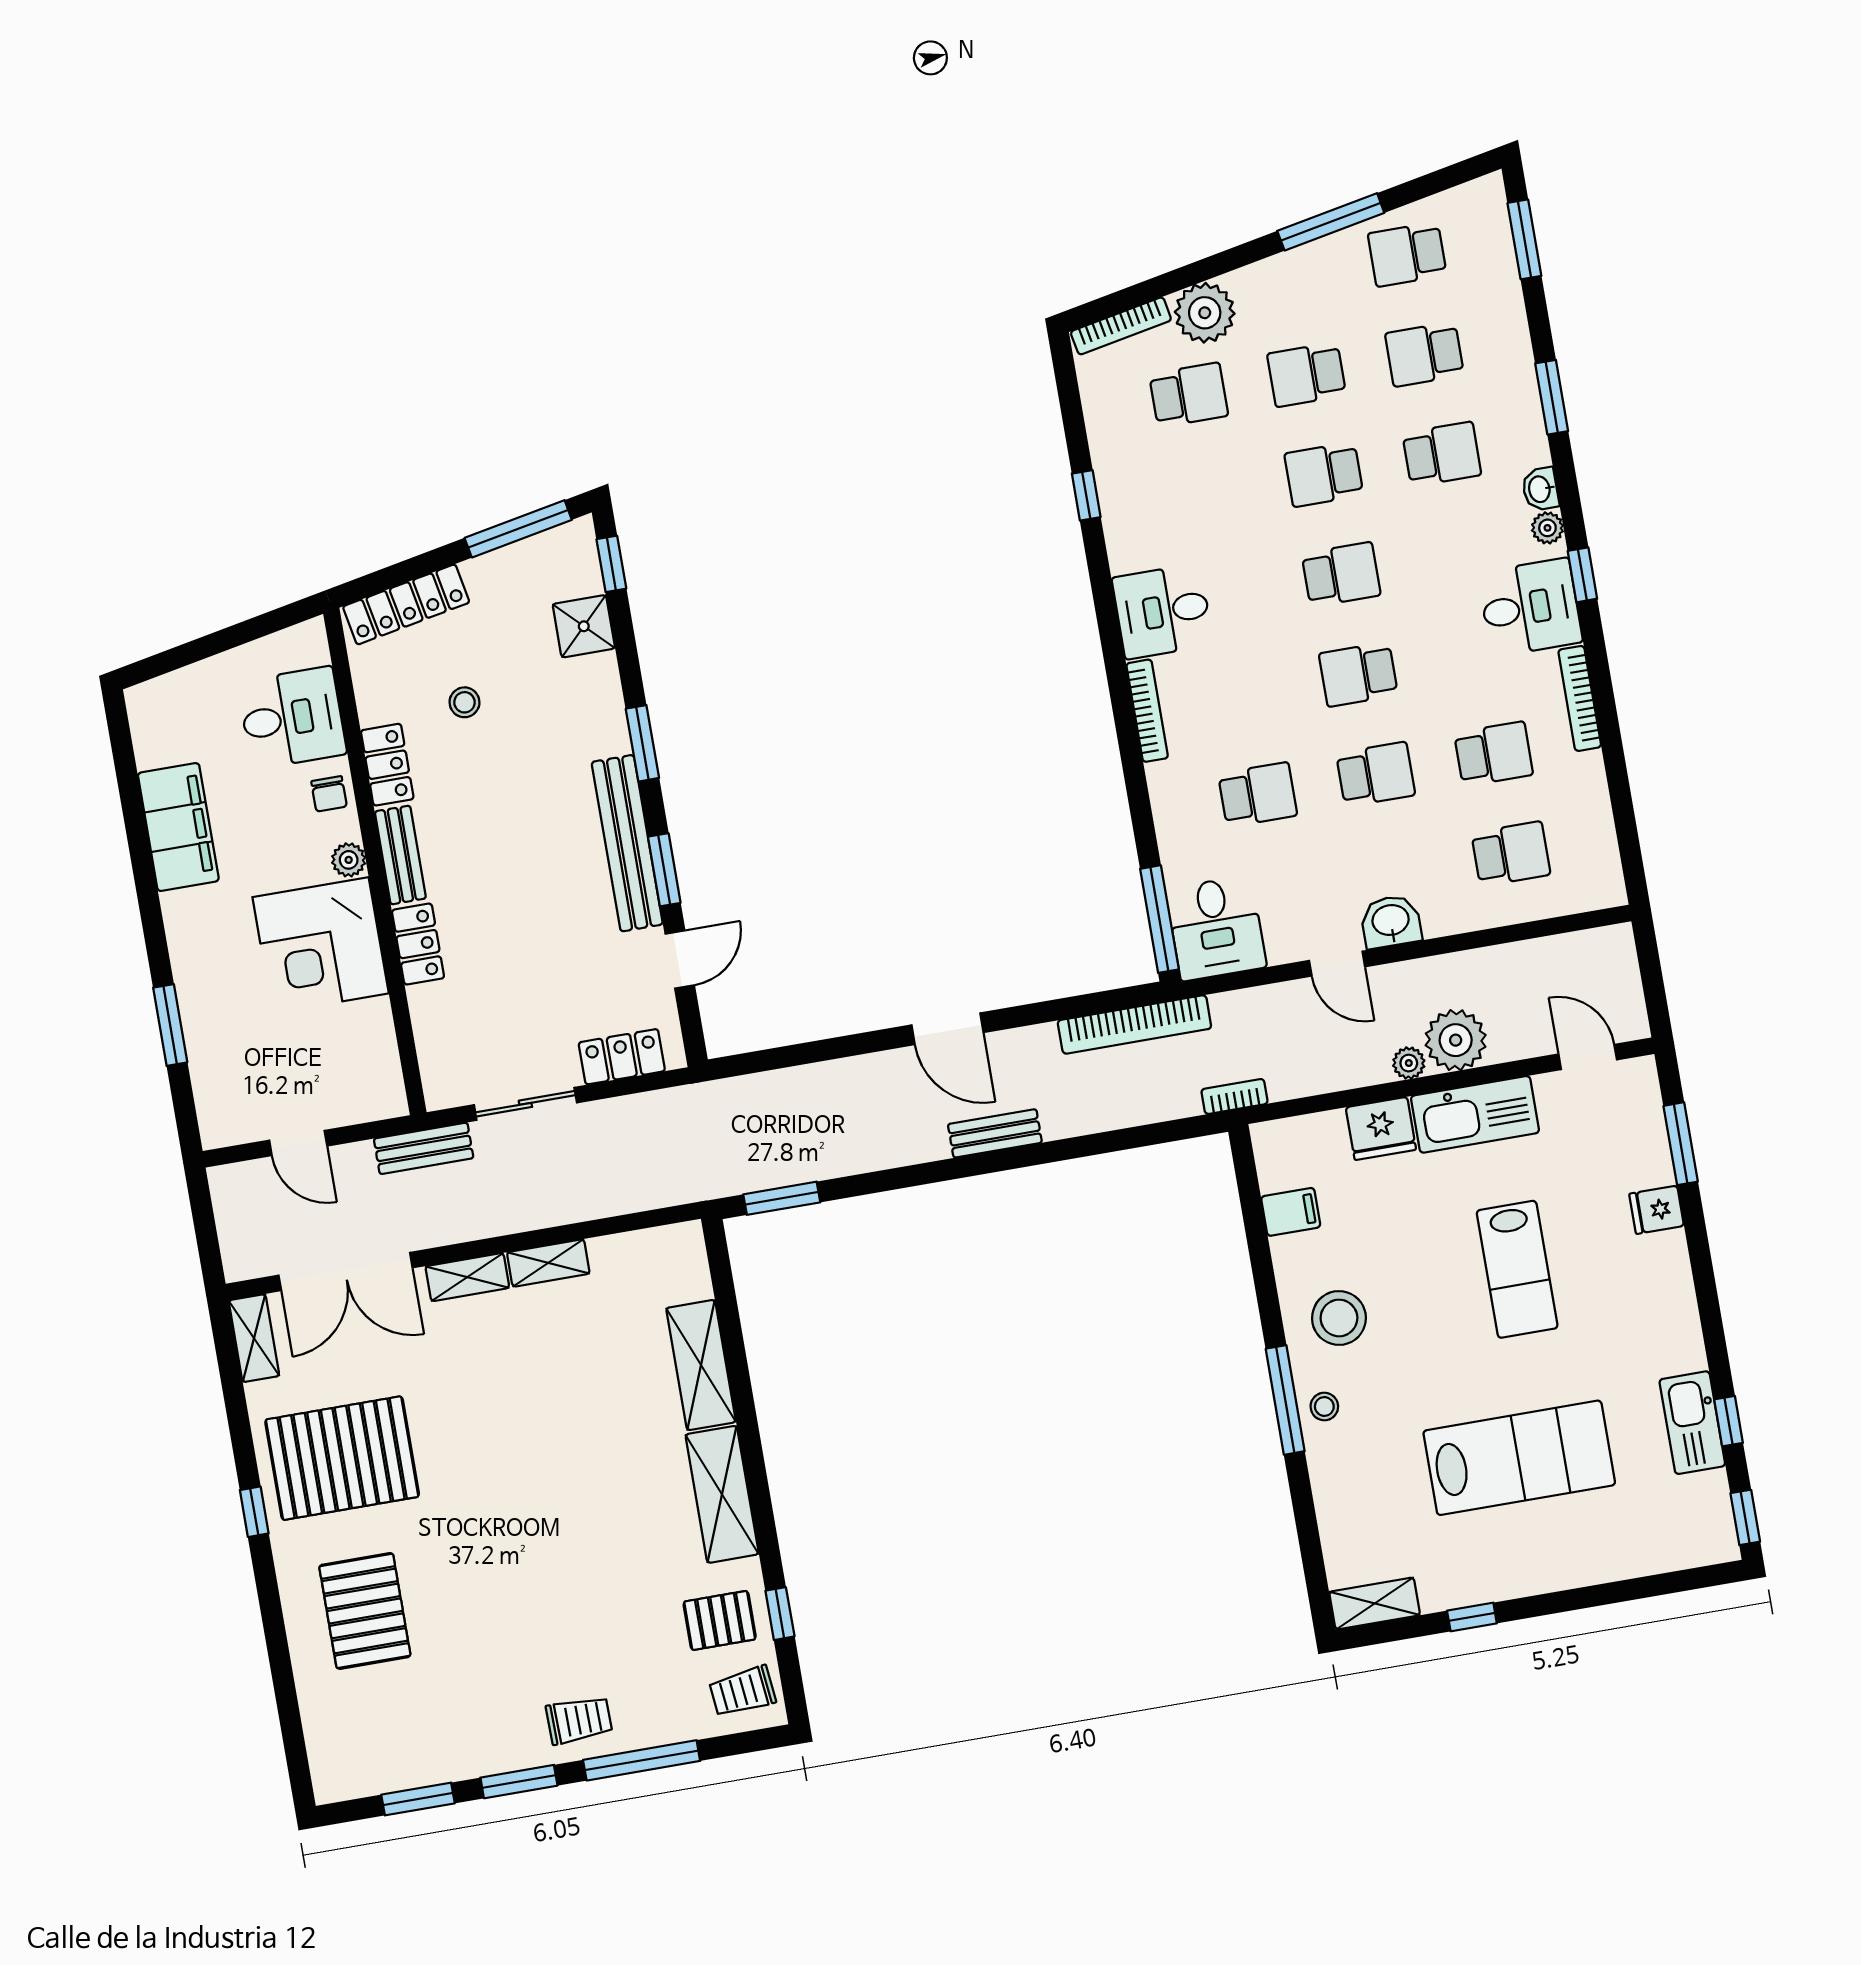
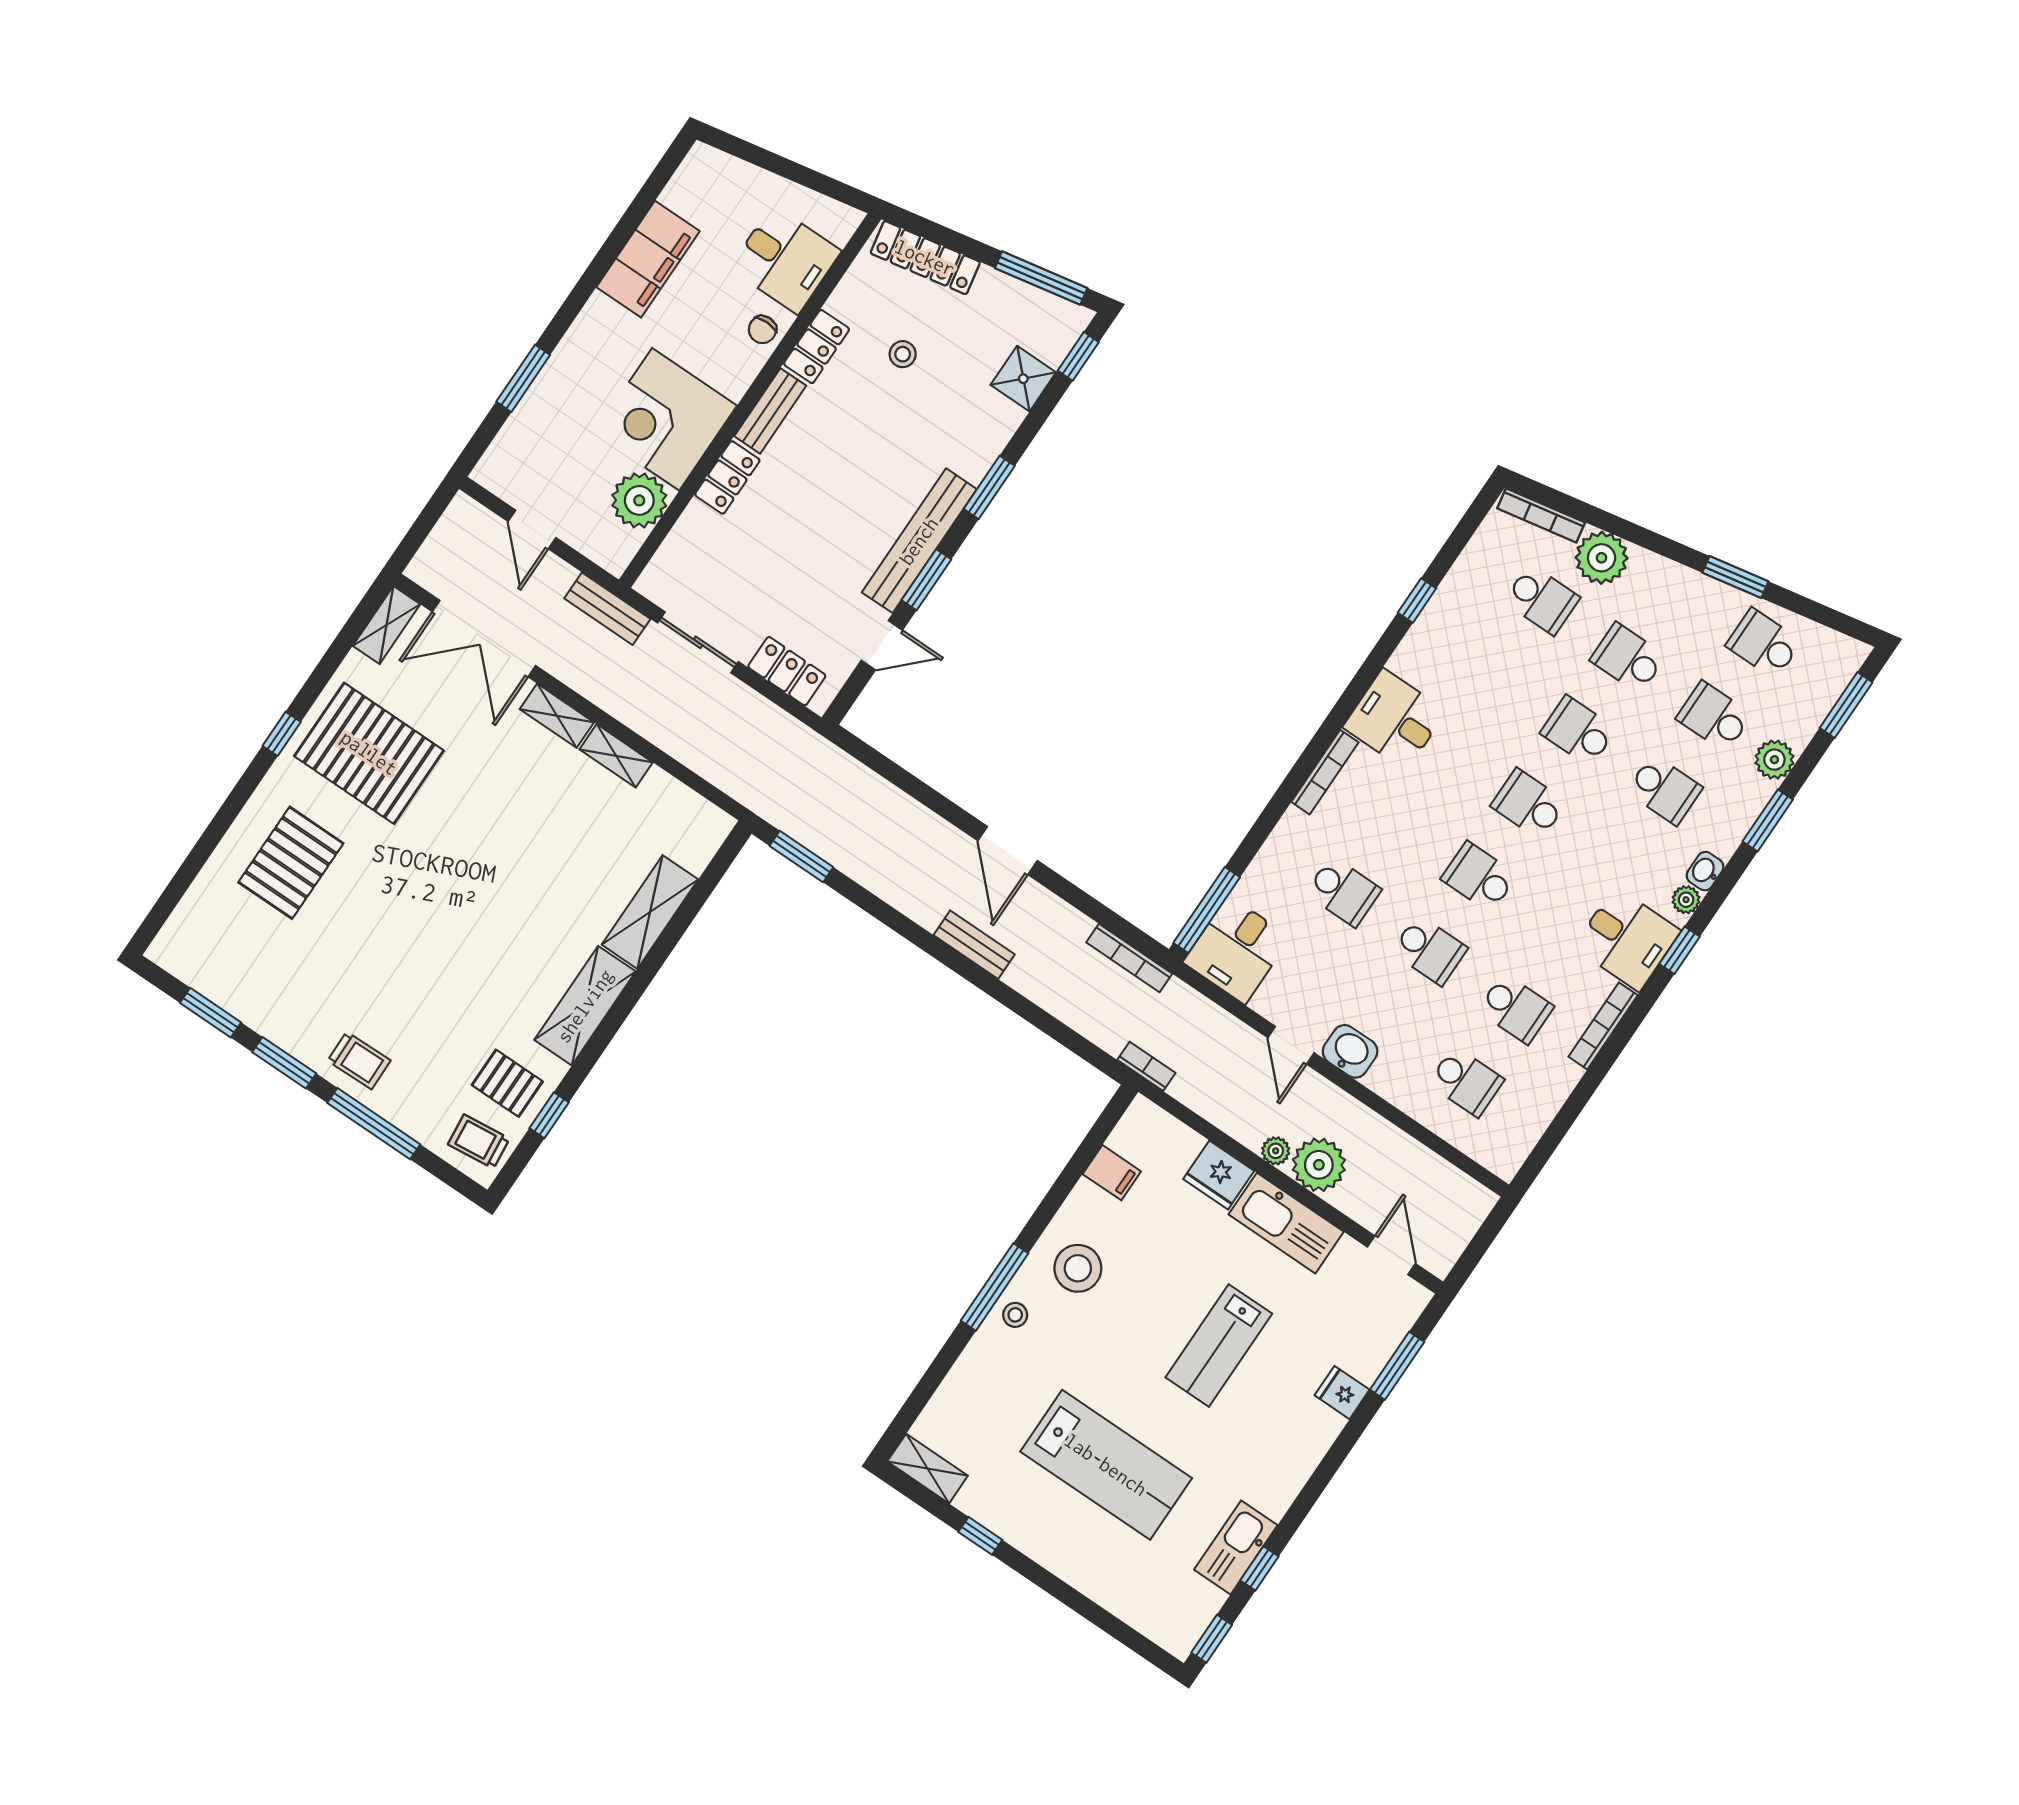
window: (1331, 222) -> (1735, 577), width x0.69
plant: (1509, 342) -> (1774, 760), added
school desk: (1341, 574) -> (1529, 804), turned 180
plant: (349, 860) -> (639, 500), moved, width x1.88, depth x1.88
bookcase: (1134, 1024) -> (1129, 958), width x0.68, depth x0.76

